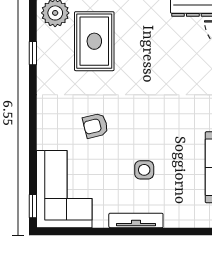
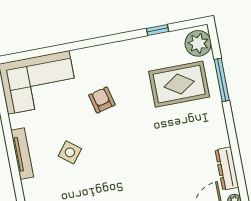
side table: (144, 170) -> (70, 152), turned 38
window: (33, 206) -> (17, 57), removed

